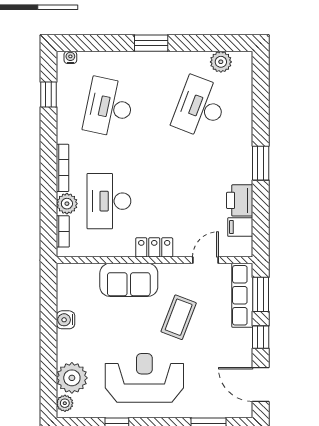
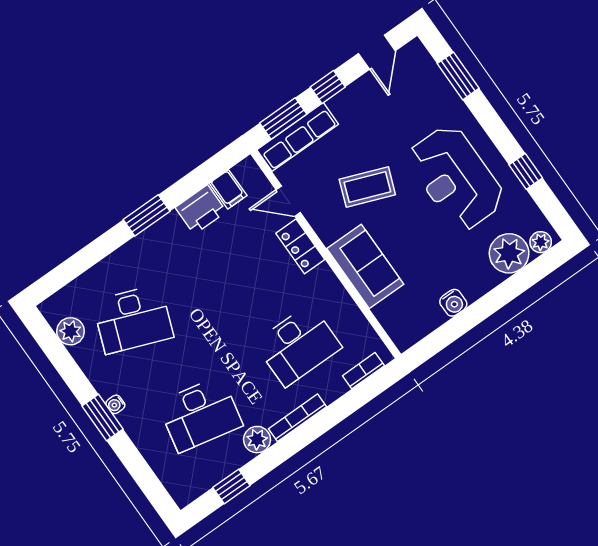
water cooler: (70, 57) -> (115, 404), moved
plant: (67, 204) -> (257, 440), moved
locker: (154, 247) -> (300, 246), moved
door: (261, 385) -> (377, 52), width x0.73

